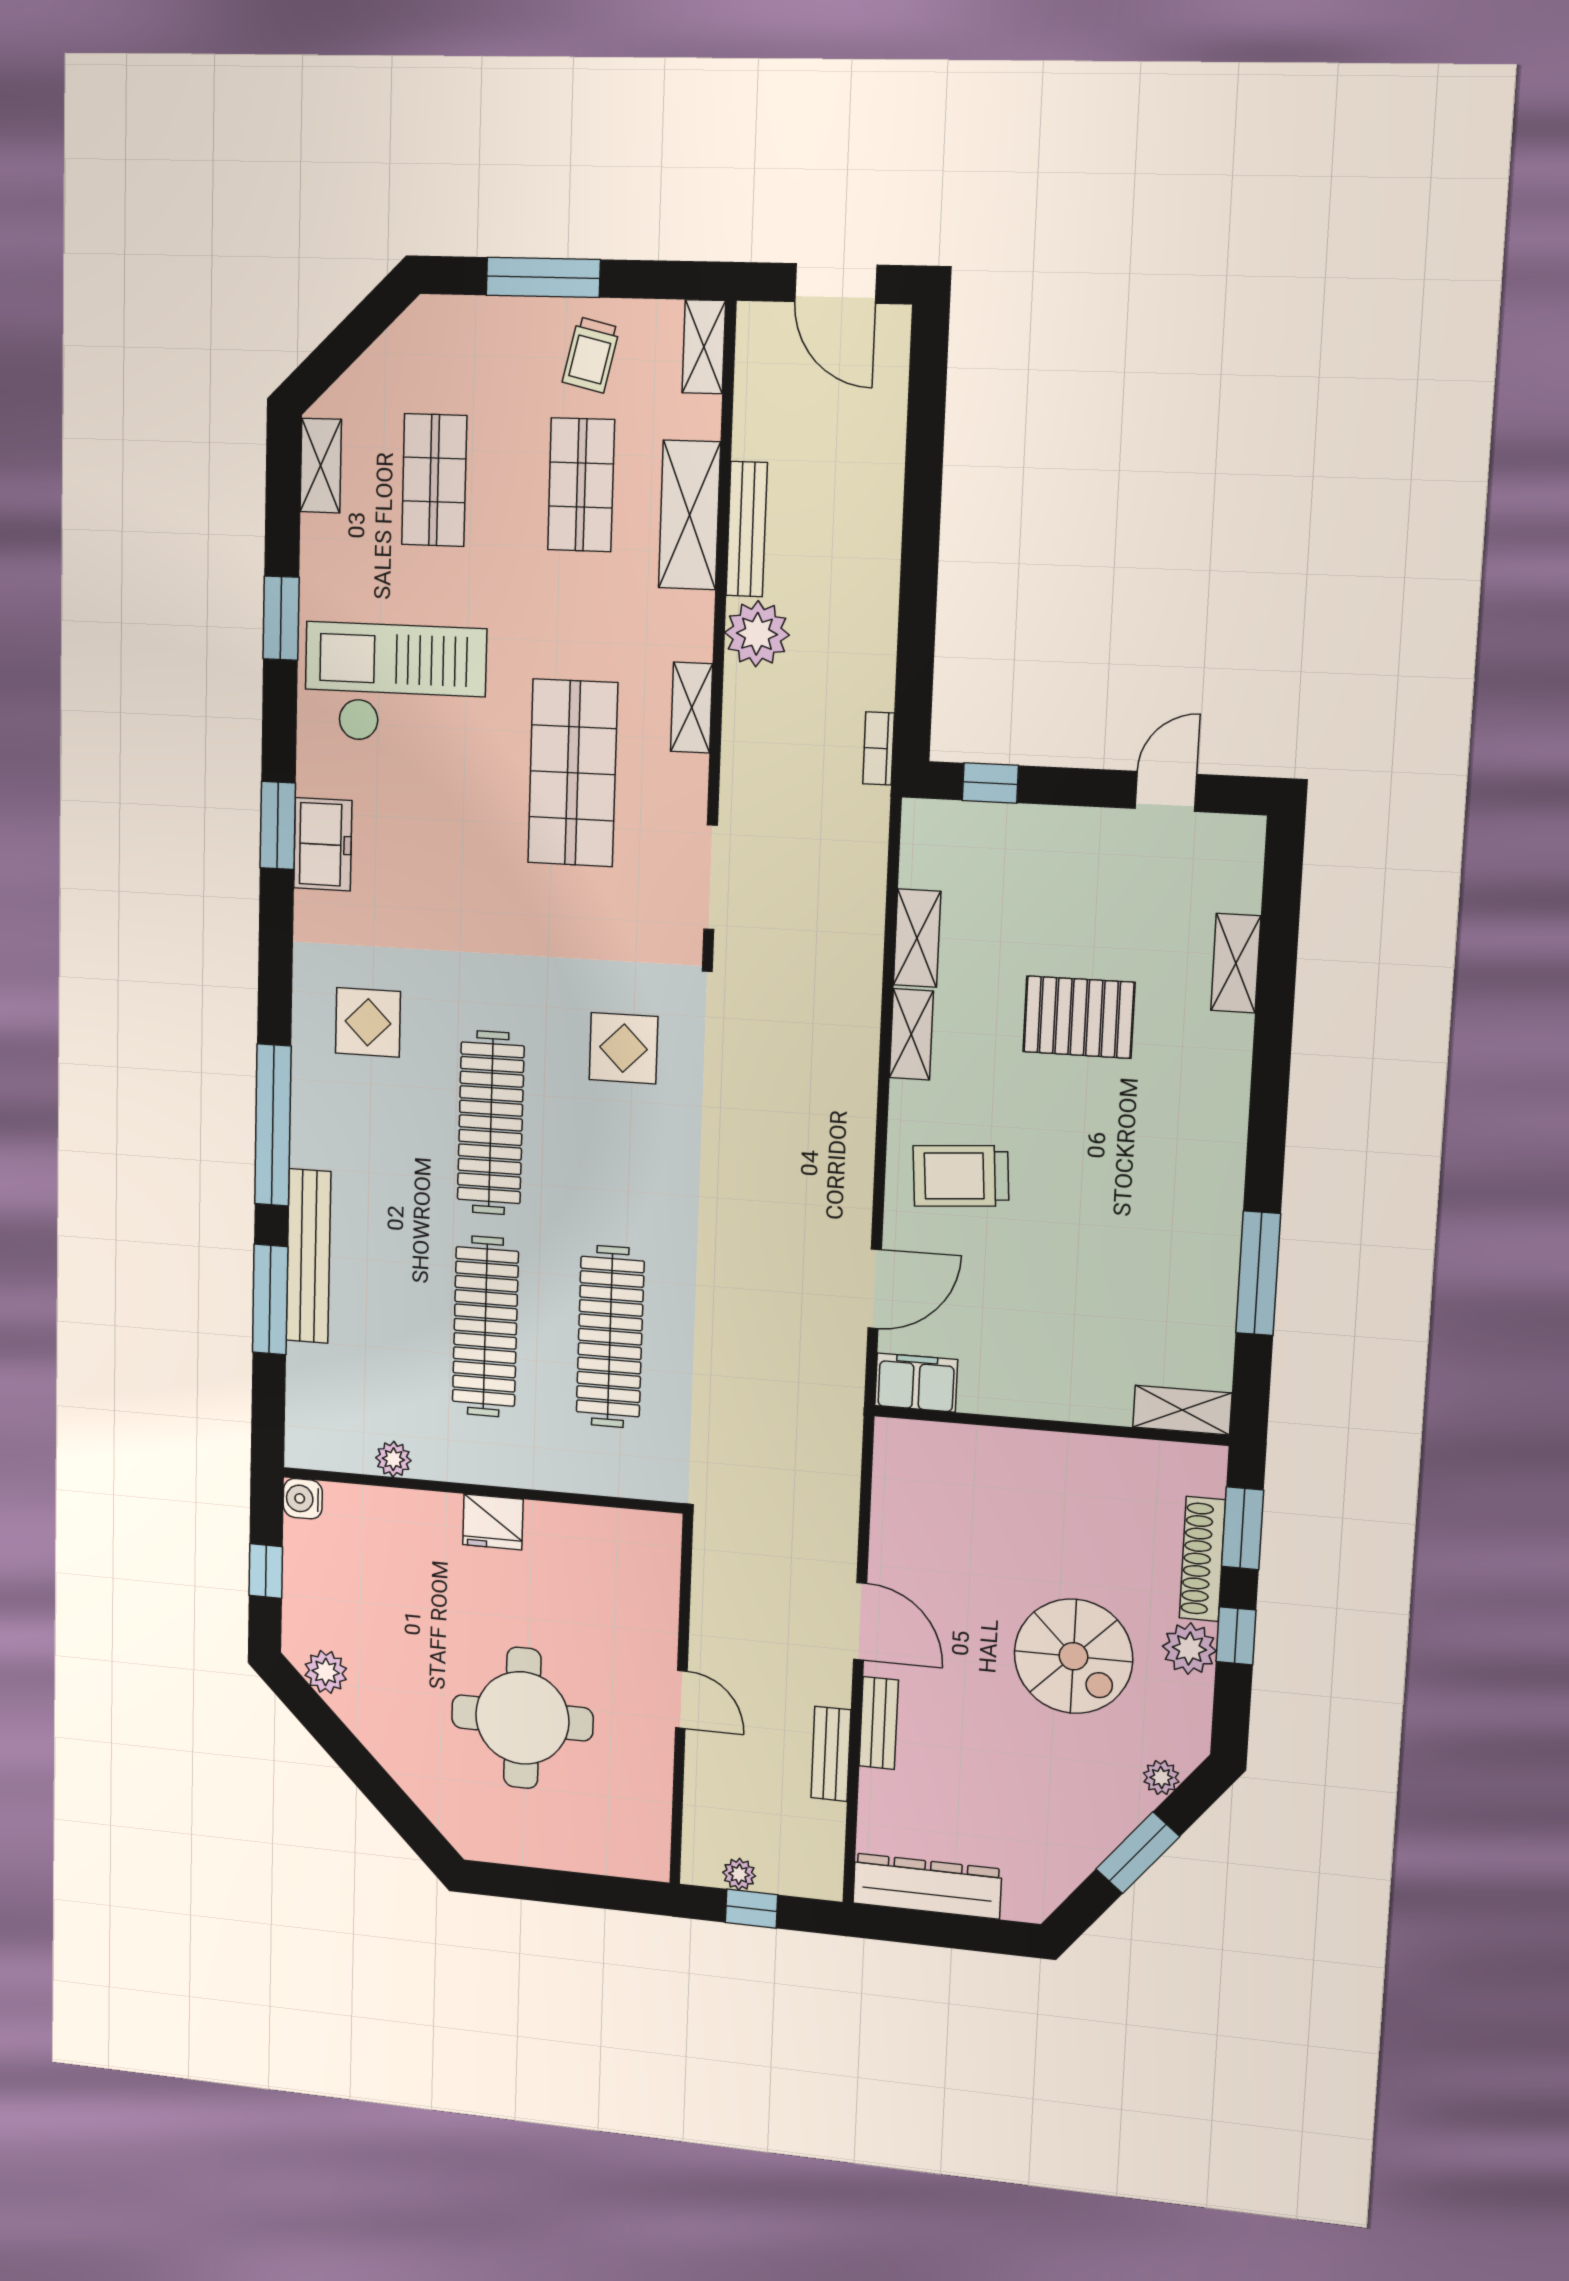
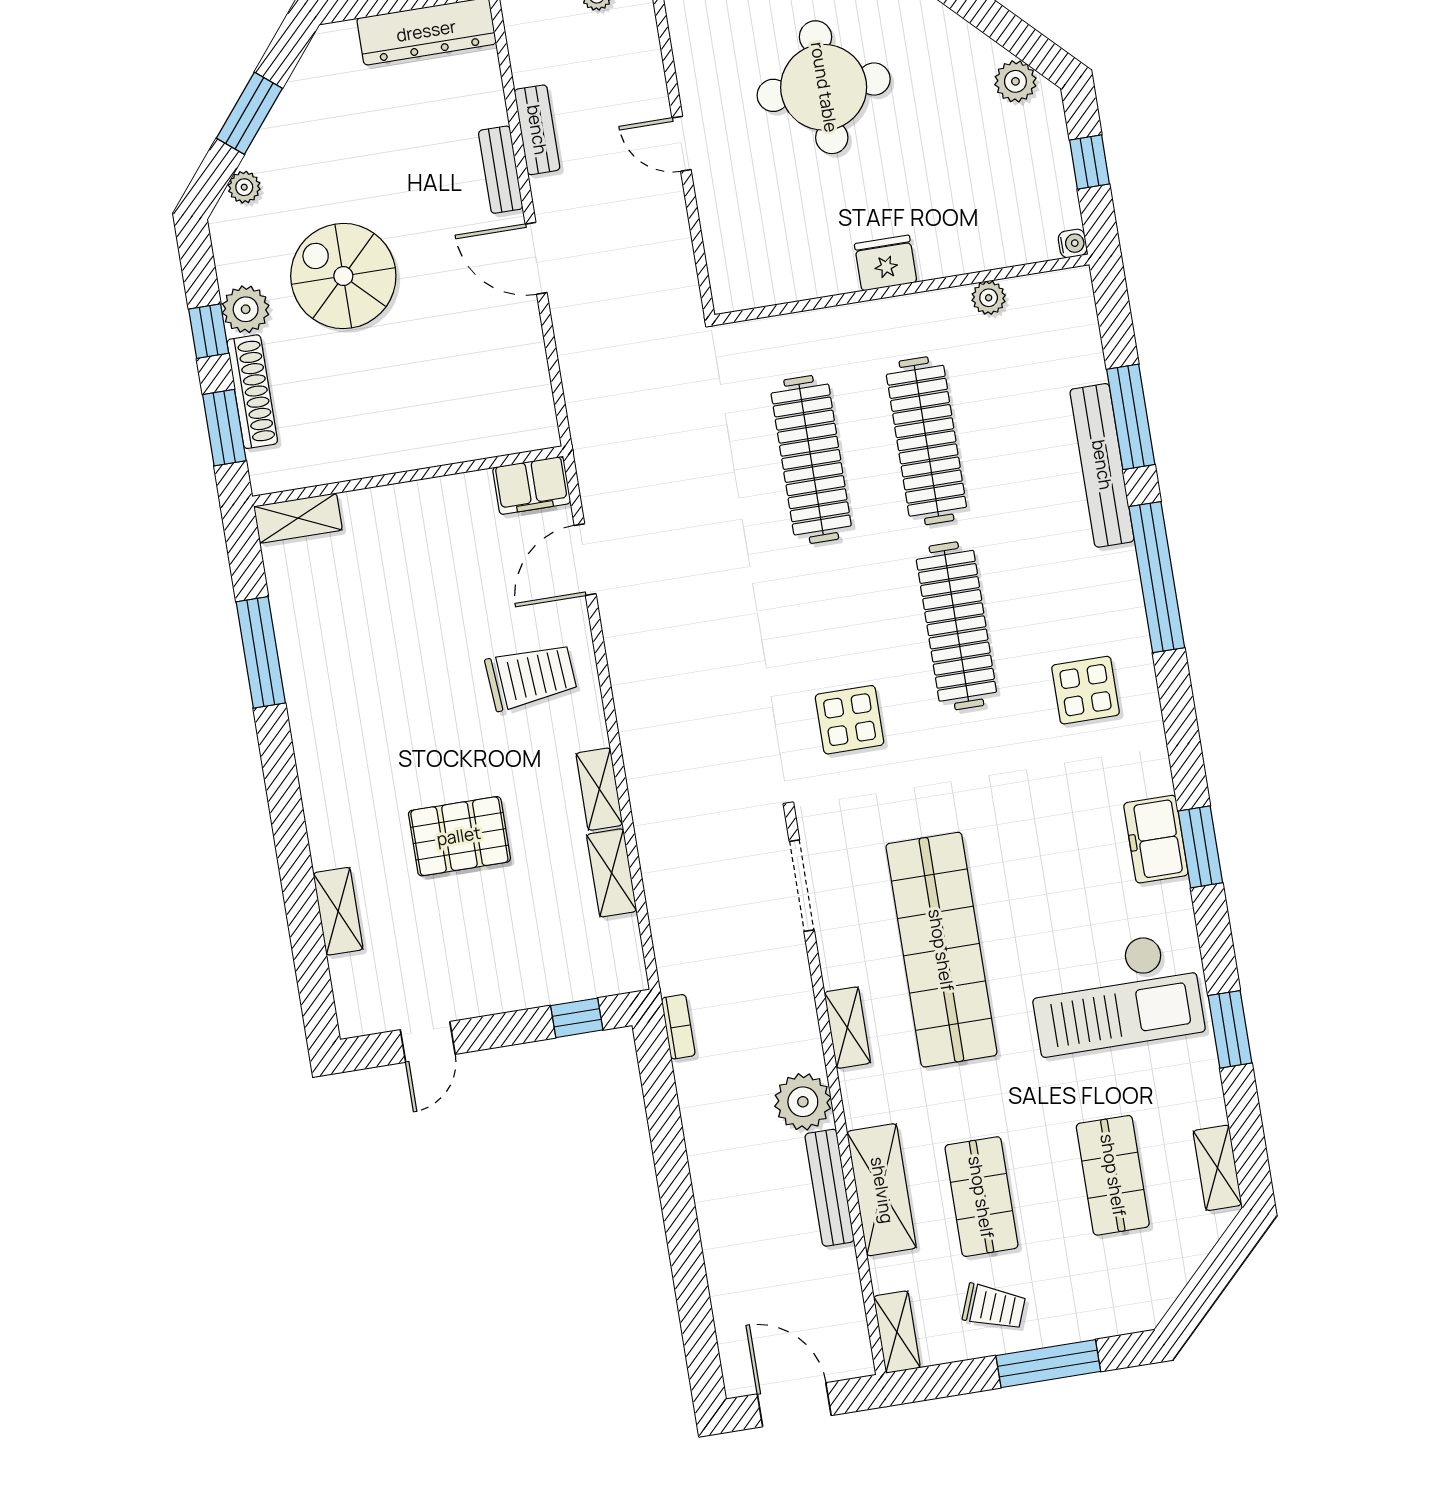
trolley: (591, 355) -> (994, 1307), turned 98
shop shelf: (573, 773) -> (941, 950), width x1.40
water cooler: (303, 1499) -> (1073, 243), width x0.72, depth x0.72

